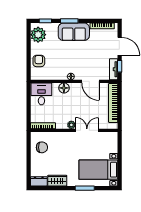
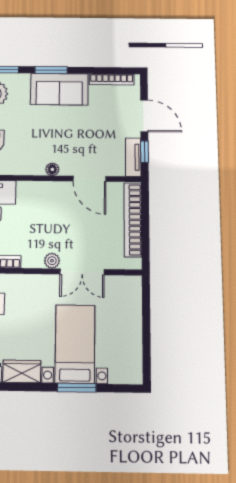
floor lamp: (64, 88) -> (39, 190), removed
double door: (87, 130) -> (82, 272), swing flipped
bed with nightstands: (98, 170) -> (75, 344), moved, turned 90

